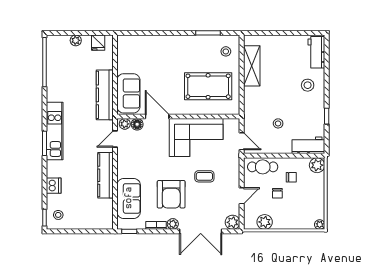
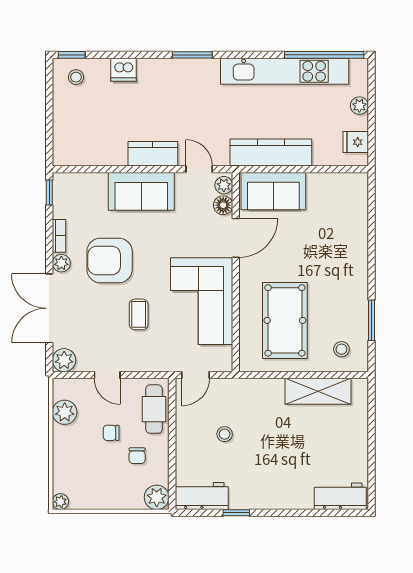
stool: (308, 85) -> (287, 482), removed
kitchen unit: (55, 131) -> (285, 71), moved, width x1.36
workbench: (308, 145) -> (202, 496), moved, turned -90
kitchen counter: (105, 175) -> (153, 154), width x0.67
sofa: (129, 198) -> (141, 191), moved

